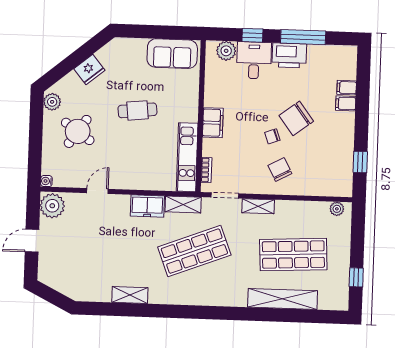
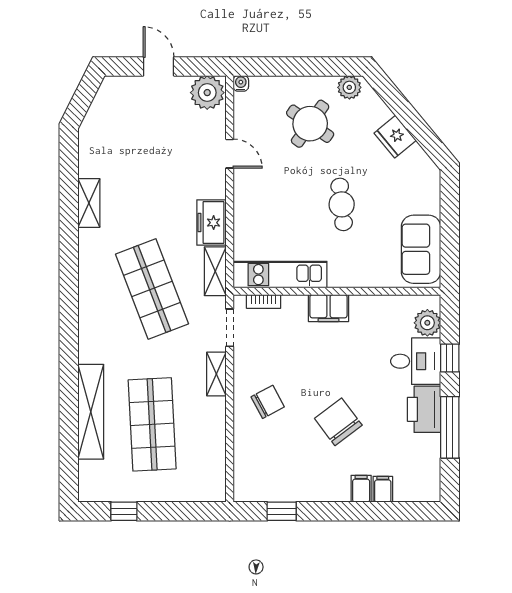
chair: (272, 136) -> (313, 390), removed
plant: (337, 209) -> (217, 482), removed

